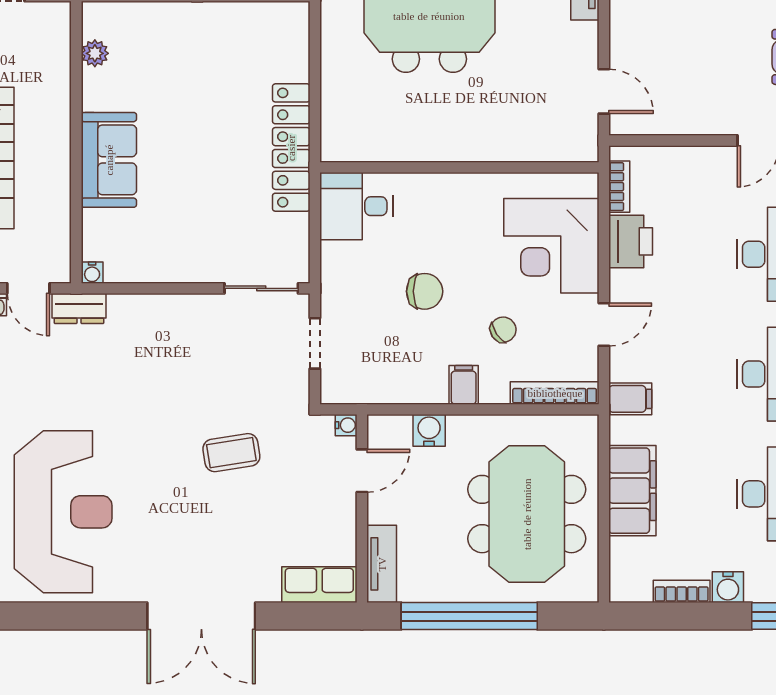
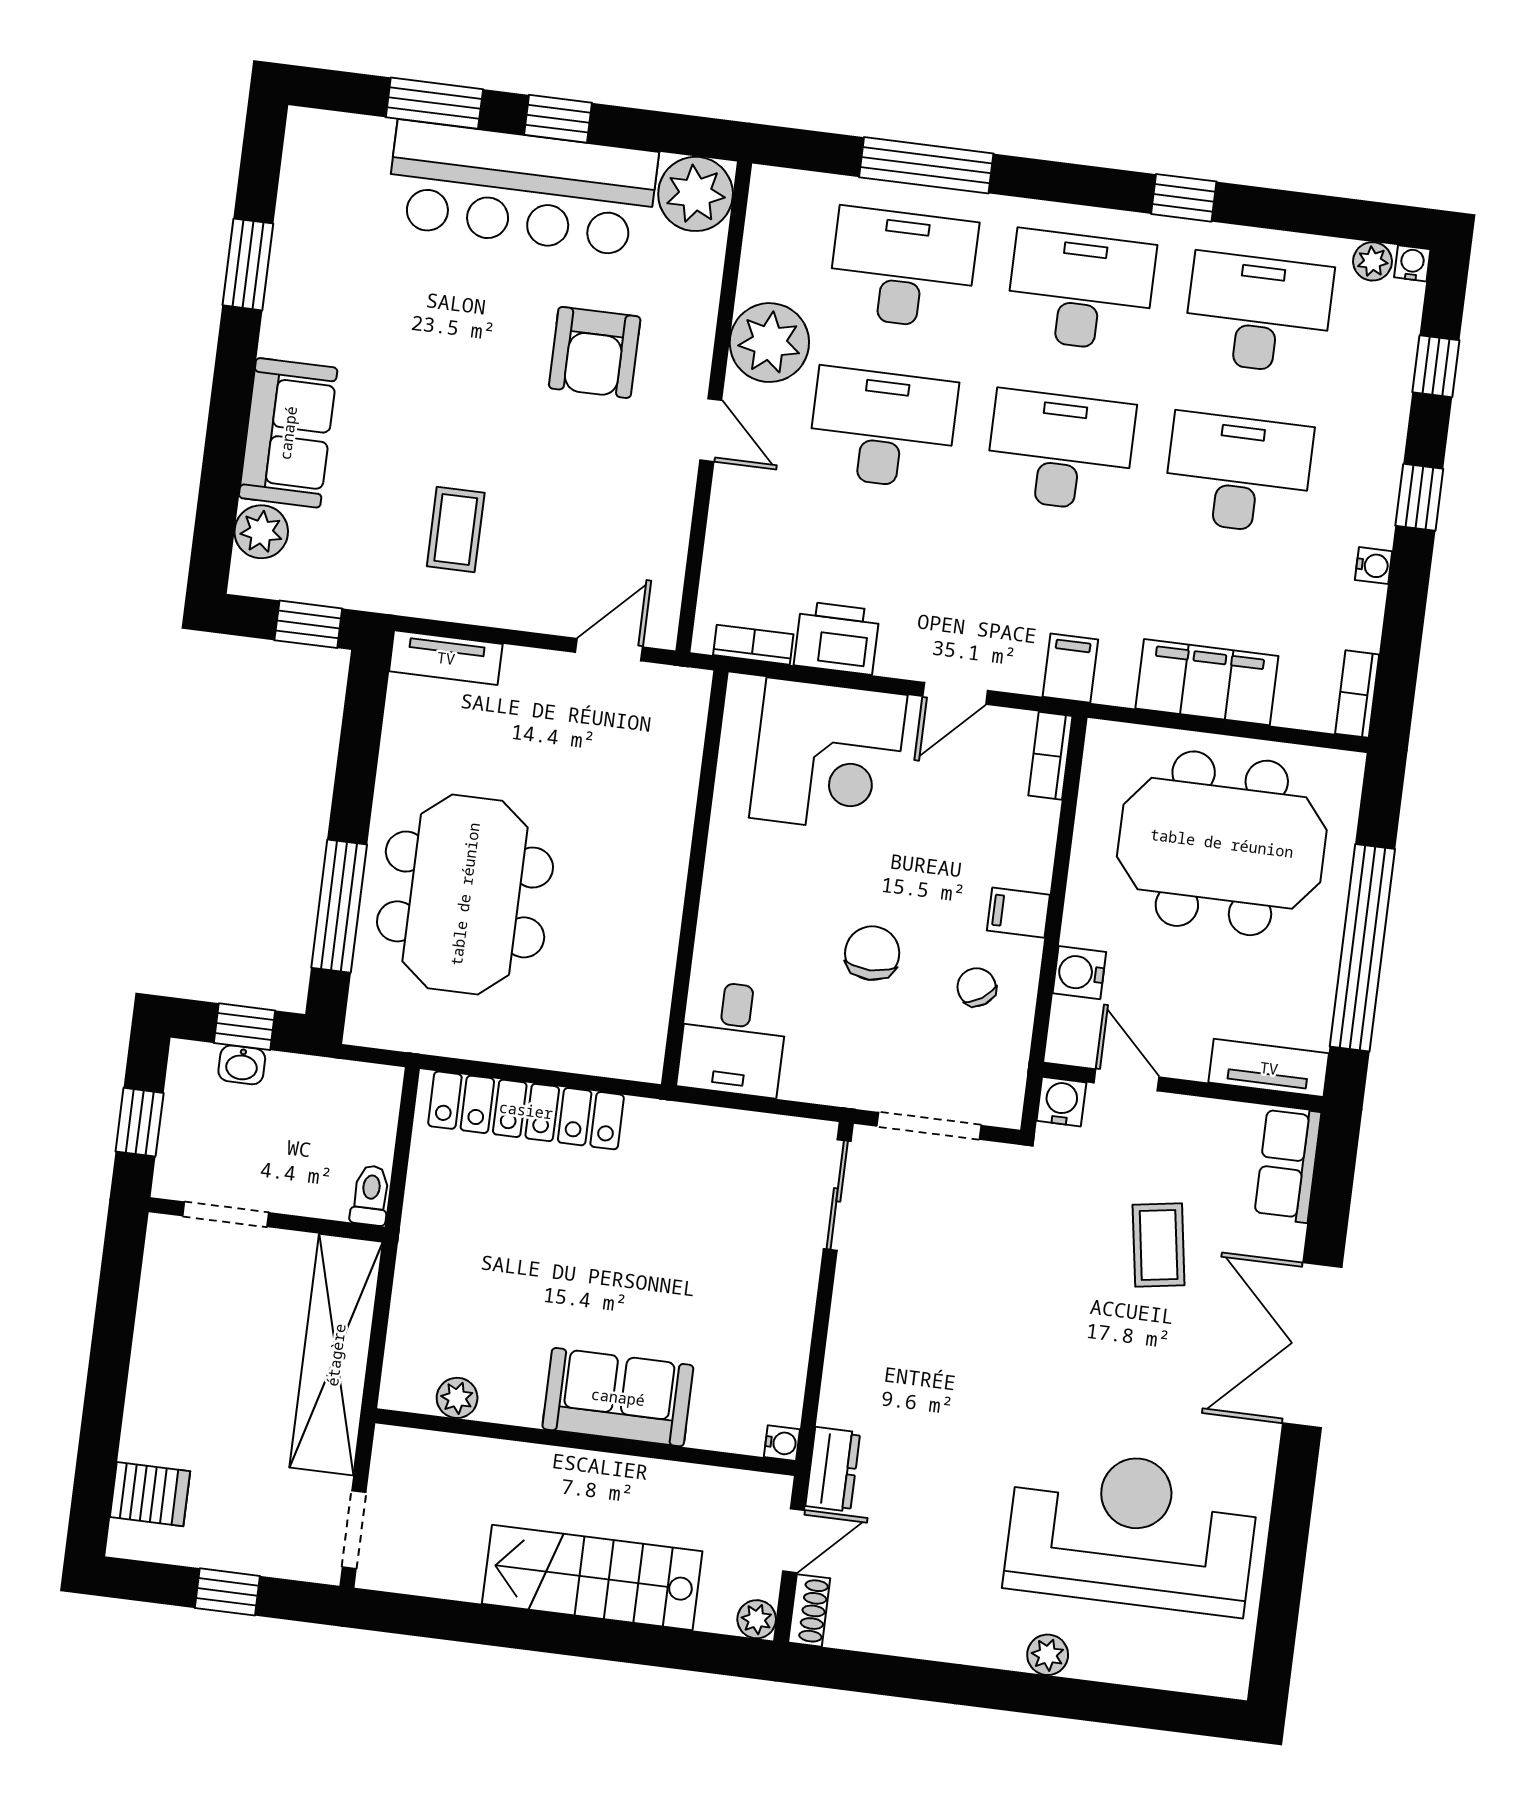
locker: (291, 148) -> (526, 1110), moved
door: (604, 325) -> (955, 693), swing flipped
chair: (503, 330) -> (977, 987), moved
doorway: (315, 343) -> (929, 1126), width x1.38
bookcase: (555, 393) -> (1050, 756), width x0.64
water cooler: (346, 425) -> (1061, 1102), width x1.38, depth x1.38
coffee table: (231, 453) -> (1159, 1245), moved
water cooler: (728, 587) -> (1374, 566), width x0.72, depth x0.72
bookcase: (682, 591) -> (1357, 694), moved
double door: (201, 616) -> (1312, 1345), swing flipped

